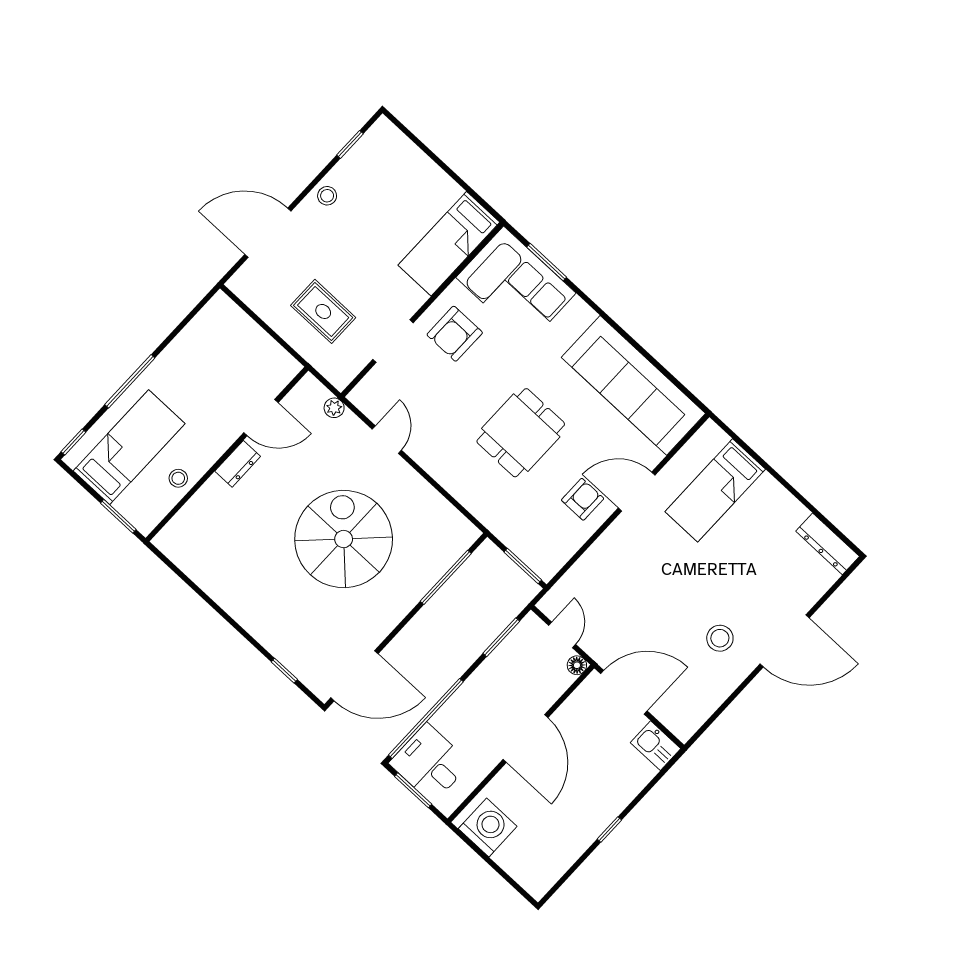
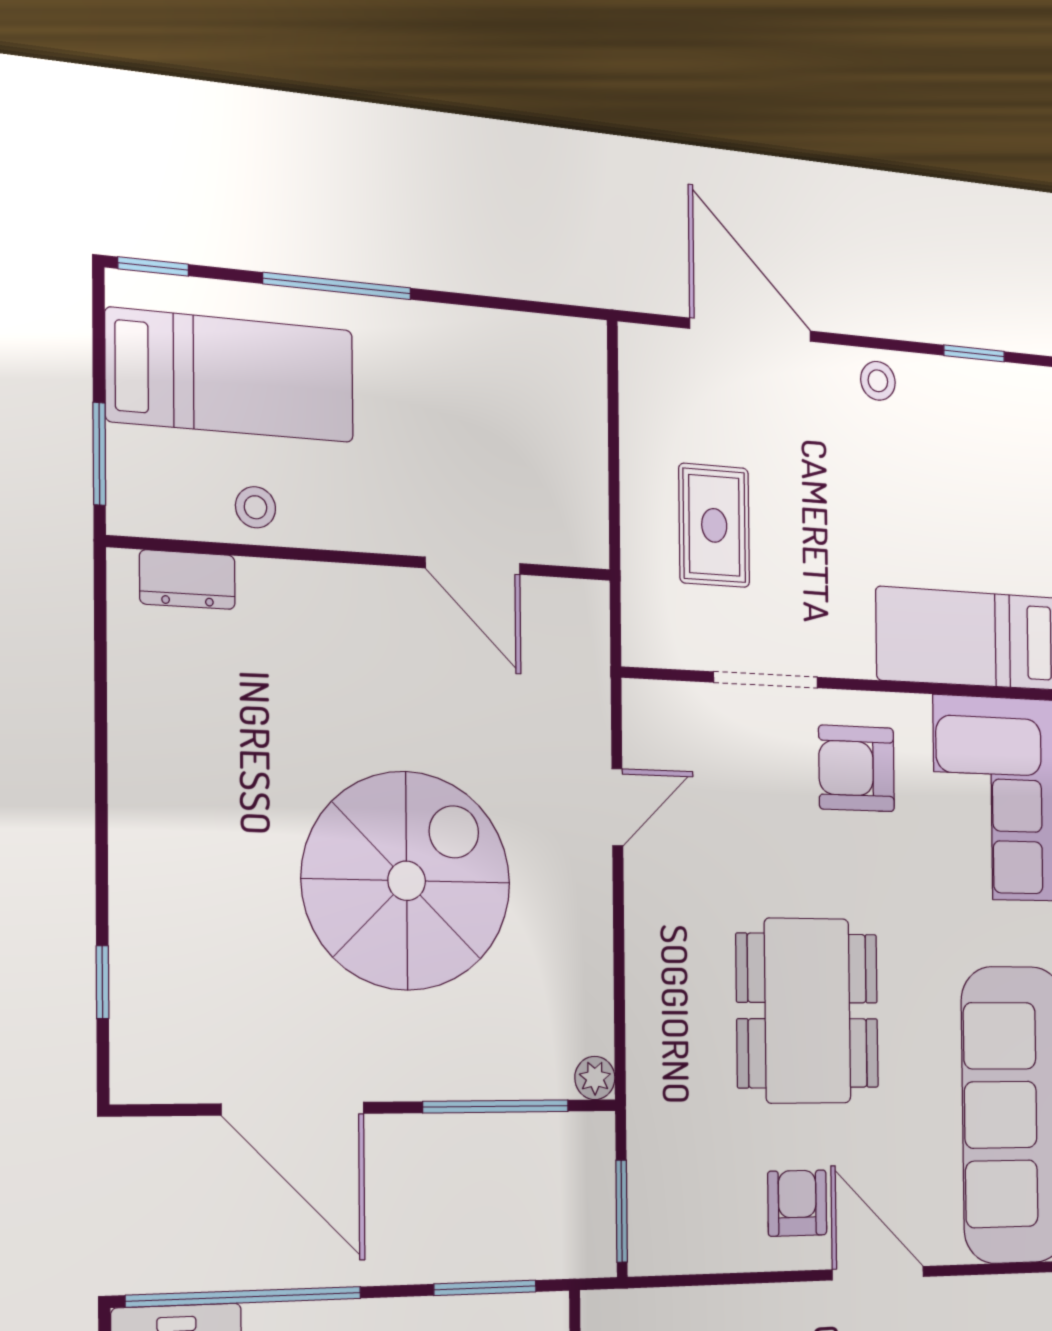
plant: (334, 408) -> (595, 1078), moved
dining table: (521, 433) -> (808, 1011), width x1.38
dresser: (238, 464) -> (187, 580), moved
armchair: (583, 499) -> (797, 1203), turned -90
door: (354, 676) -> (293, 1109), moved

